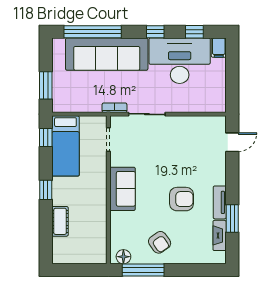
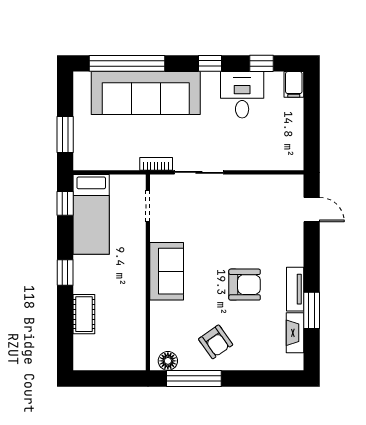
desk: (180, 61) -> (242, 95), width x0.53, depth x0.77
door: (232, 142) -> (312, 210), hinge flipped

